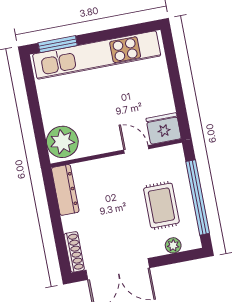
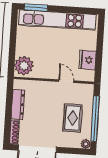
fridge: (164, 128) -> (88, 60), moved, turned -90
dresser: (65, 190) -> (18, 104), moved
plant: (173, 245) -> (86, 144), moved

